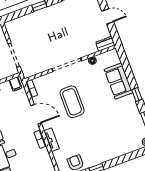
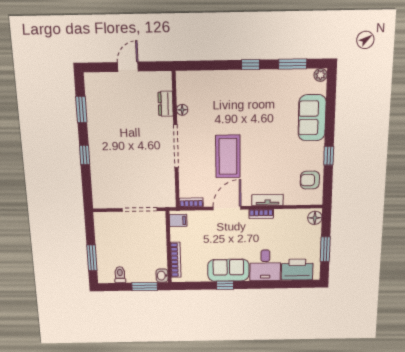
dresser: (105, 44) -> (166, 104), moved
sofa: (118, 81) -> (312, 118), moved, turned 90
coffee table: (72, 102) -> (228, 156), turned 90

